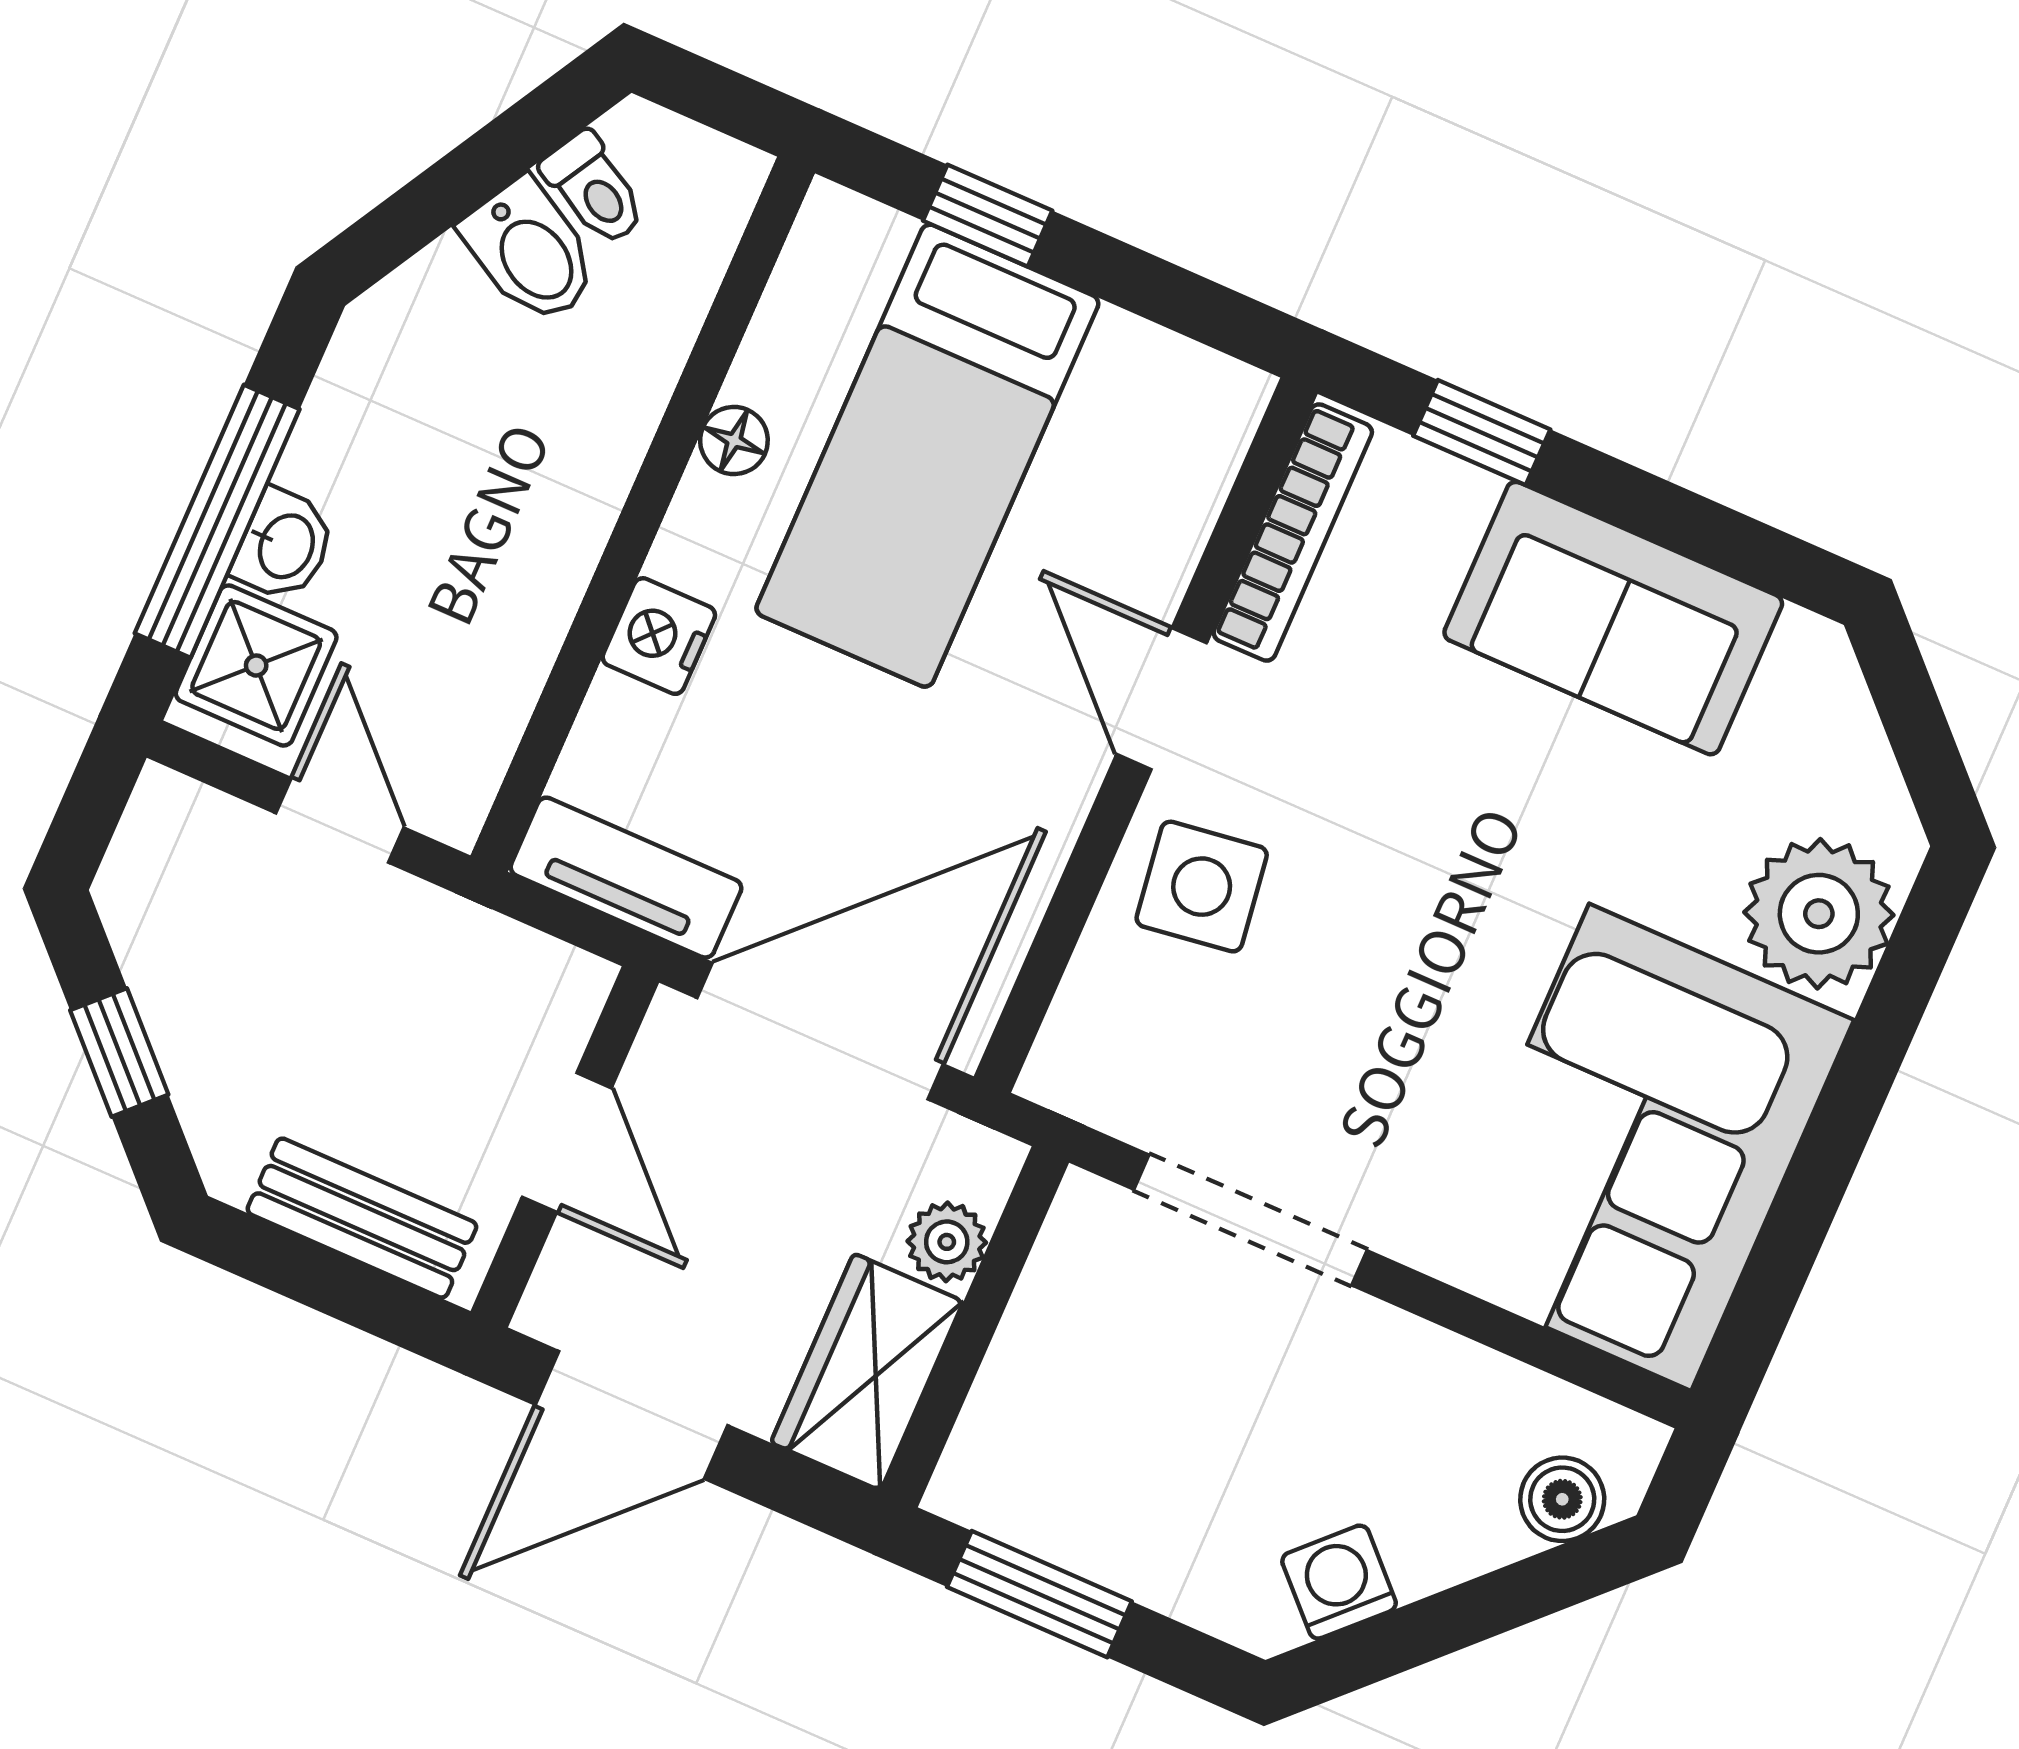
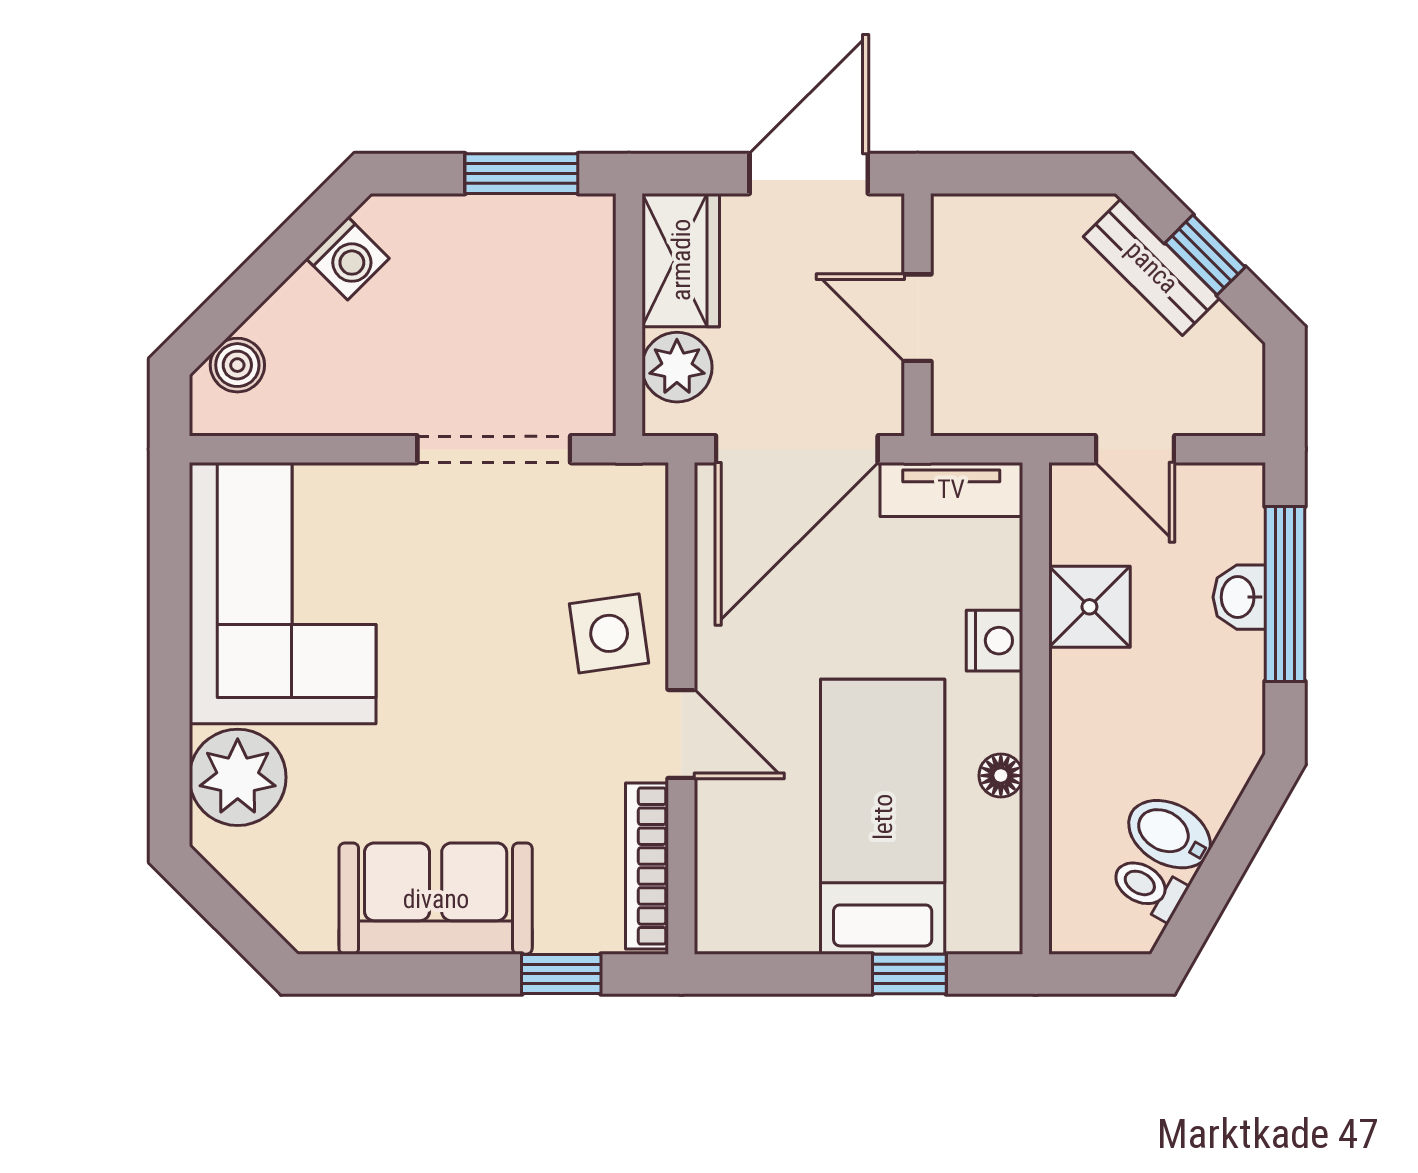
shower: (256, 665) -> (1089, 607), moved
bench: (362, 1218) -> (1152, 267), moved, turned 45
plant: (947, 1242) -> (677, 367), width x1.38, depth x1.38

